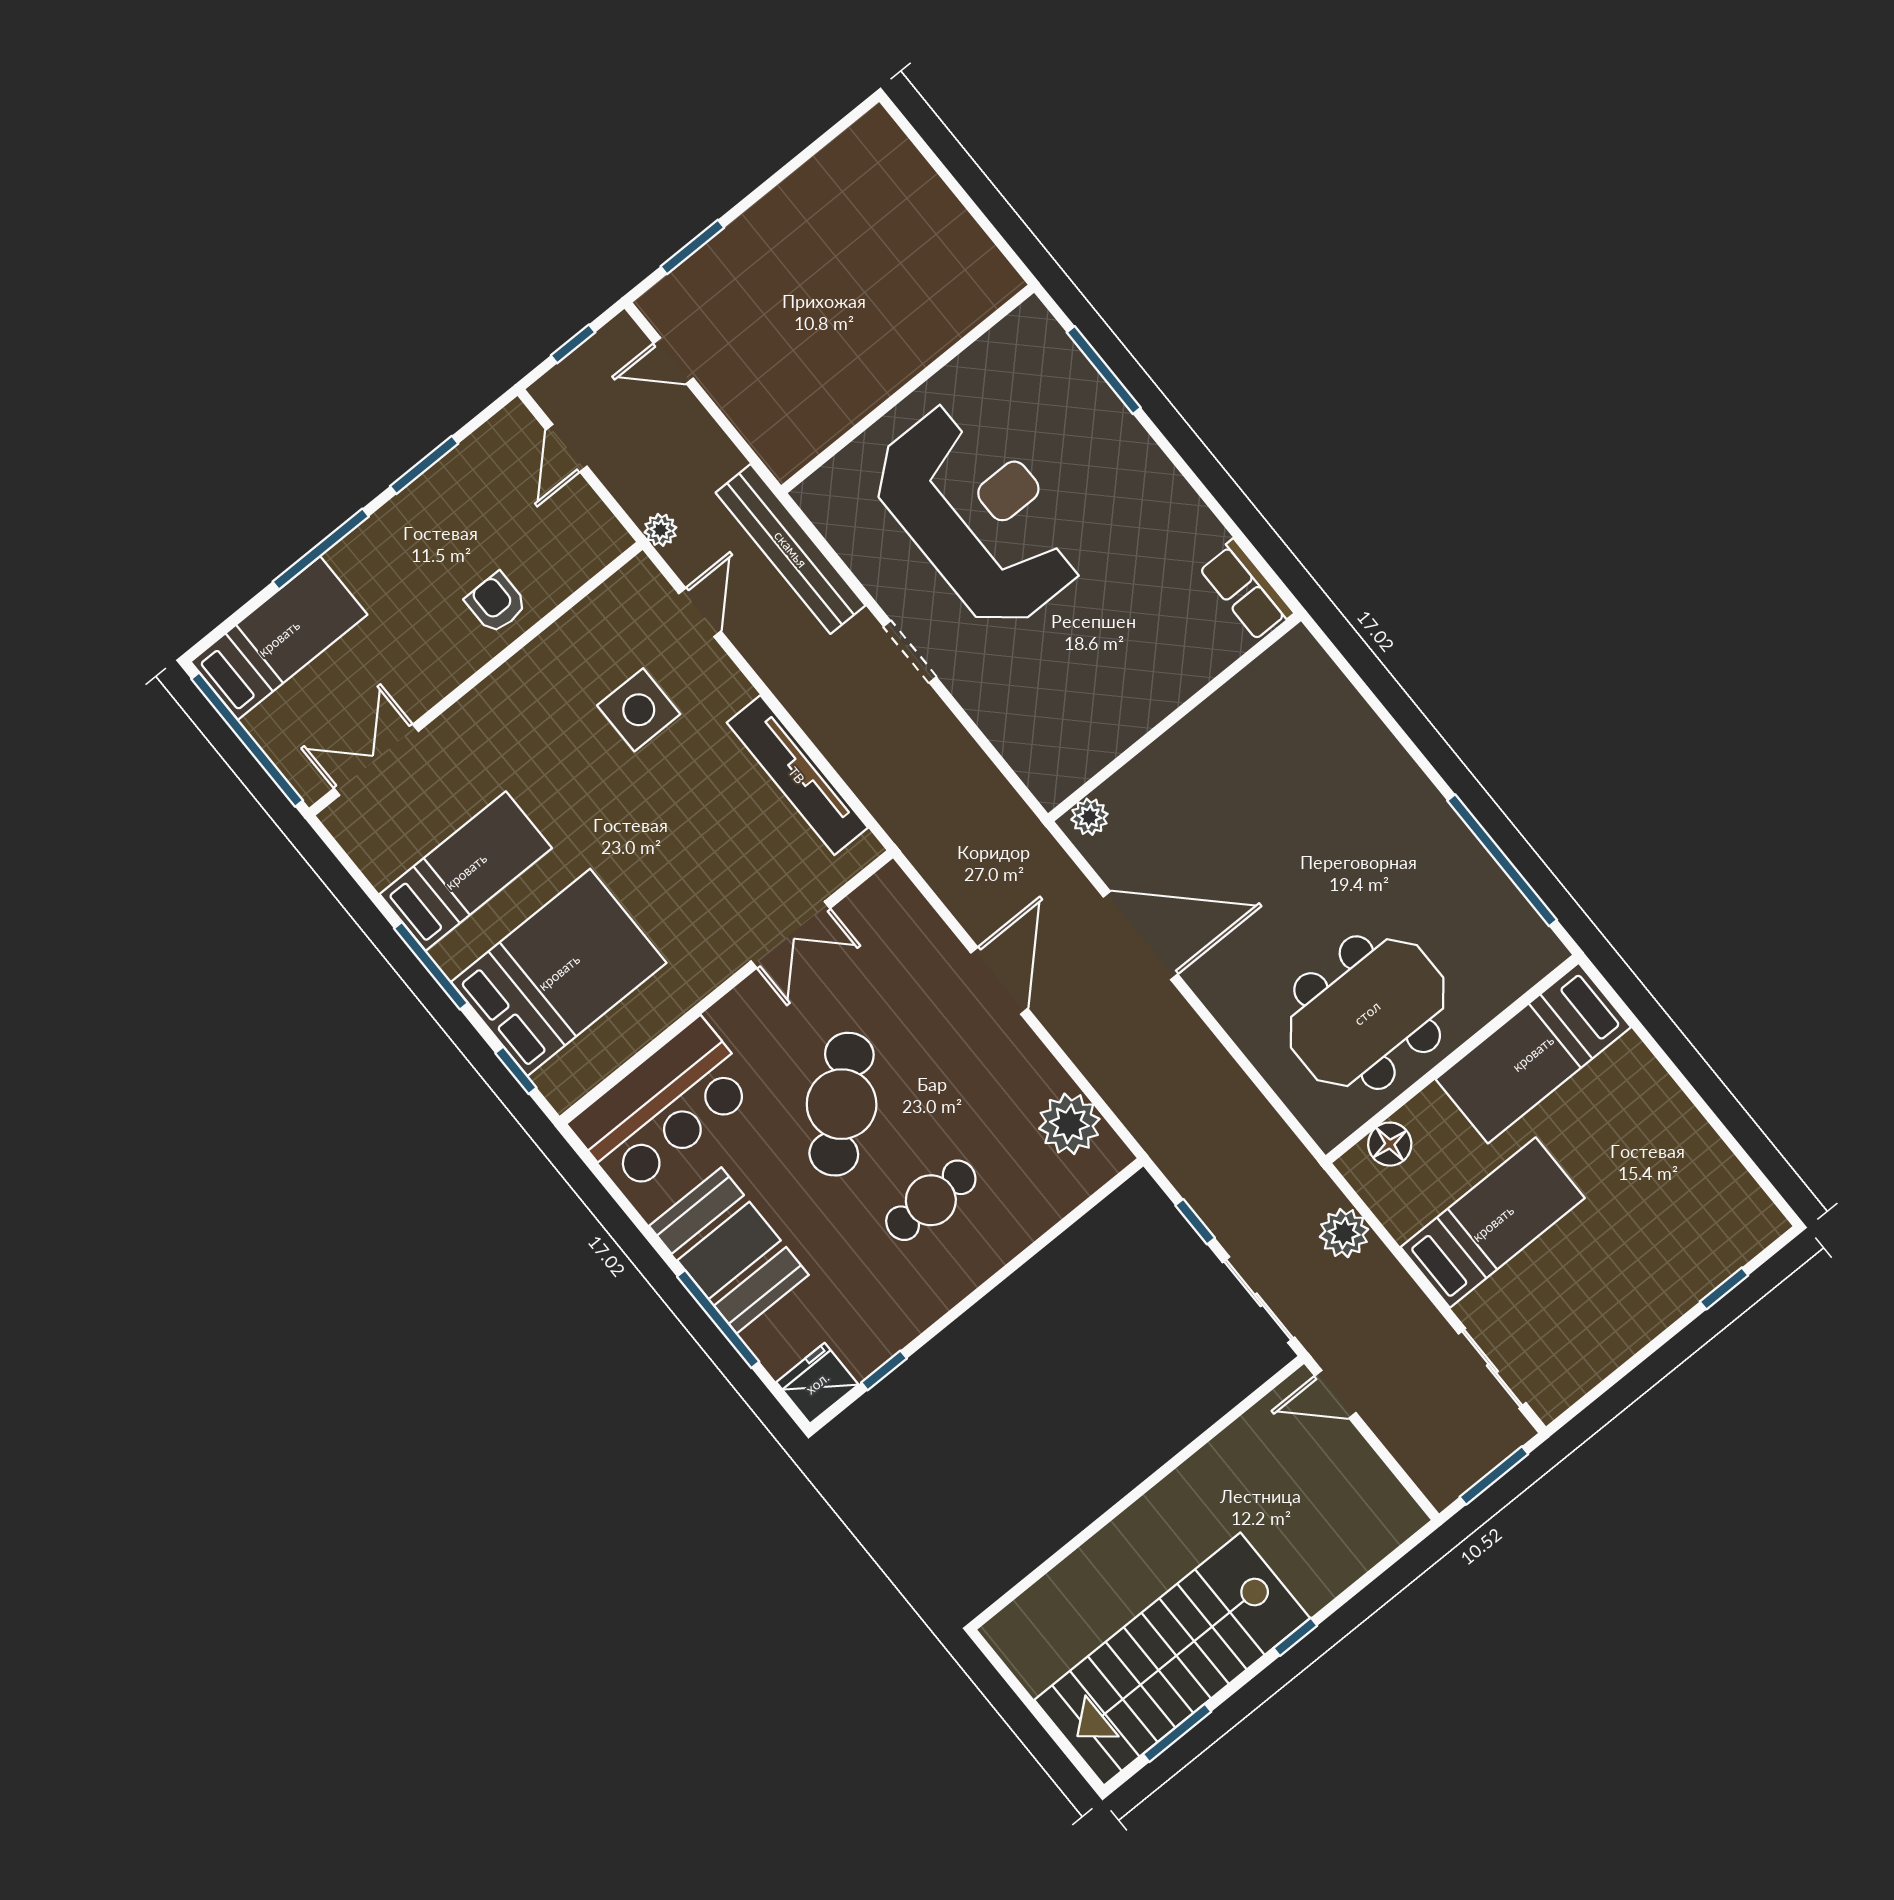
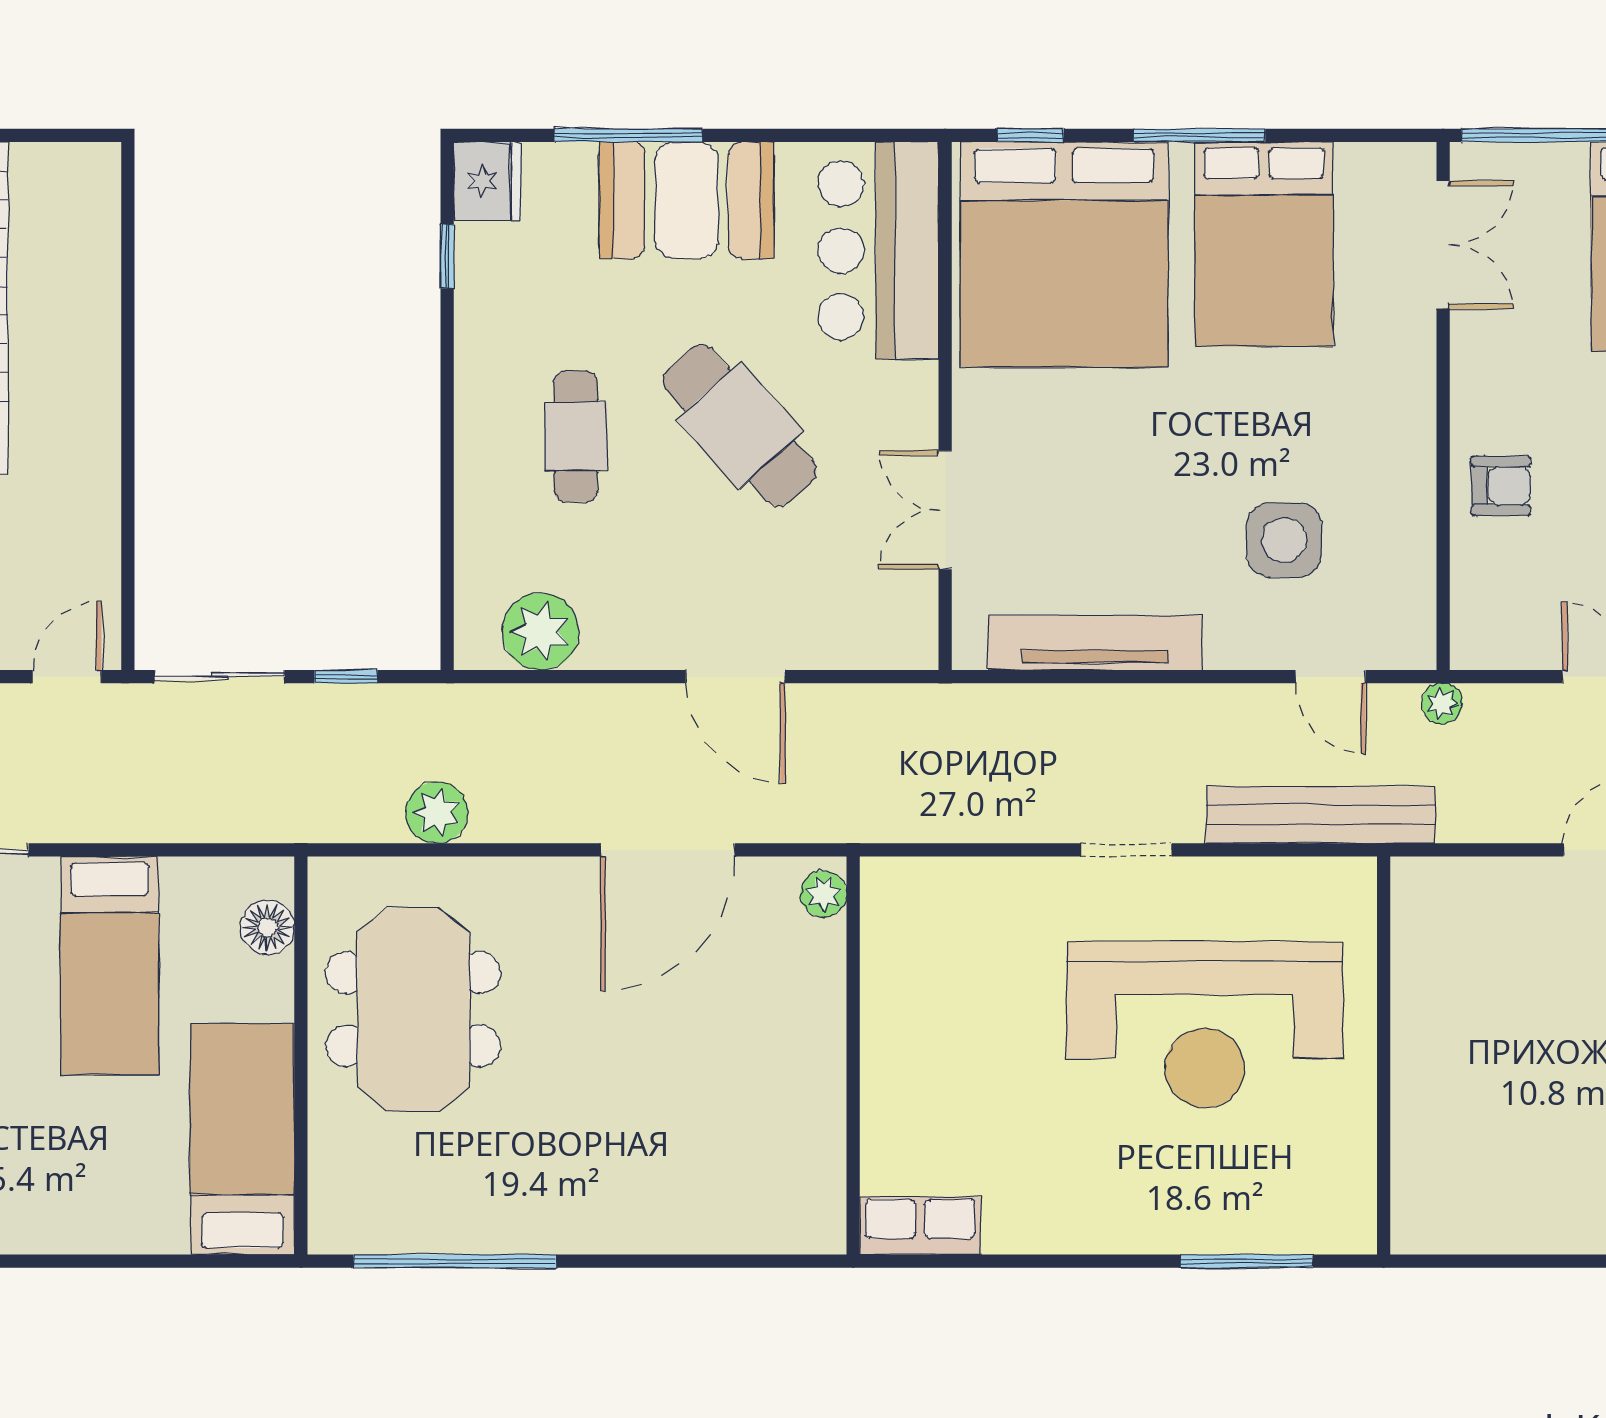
bed: (466, 871) -> (1264, 244), width x1.50
bed: (559, 972) -> (1064, 255), width x1.36
plant: (1344, 1233) -> (437, 813), moved

